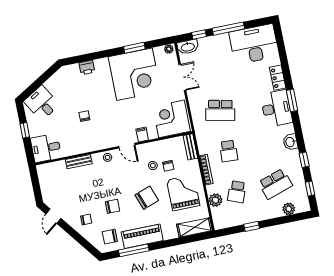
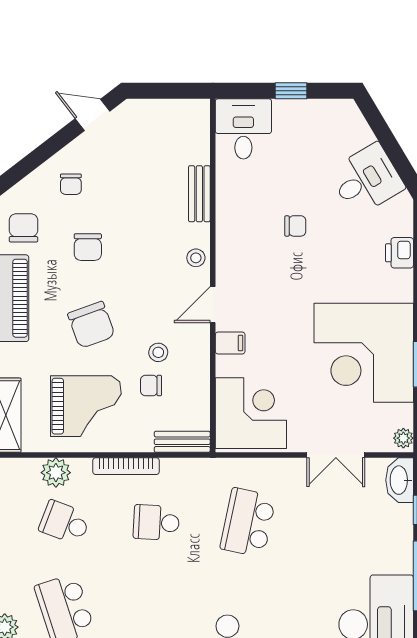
desk: (42, 103) -> (366, 180), moved

